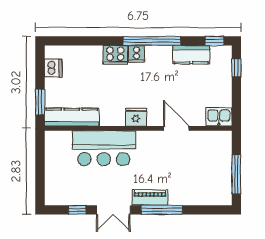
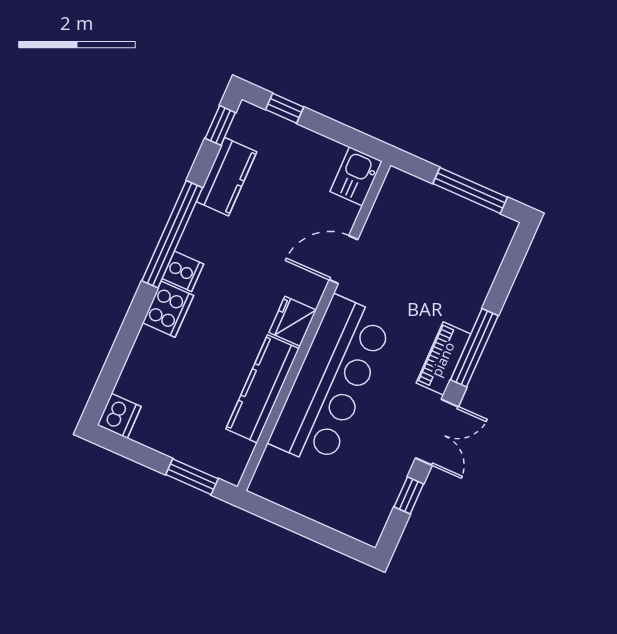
dishwasher: (53, 68) -> (119, 416), moved, turned 90
kitchen counter: (72, 117) -> (263, 389), moved
bar counter: (104, 148) -> (331, 381), width x1.36

